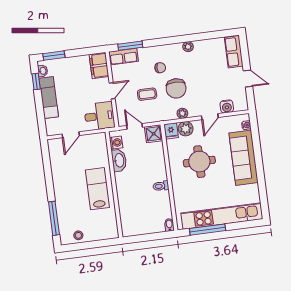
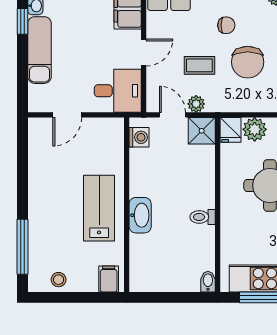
plant: (182, 113) -> (196, 104), moved
washbasin: (119, 160) -> (140, 215), moved
filing cabinet: (109, 231) -> (109, 279), added

